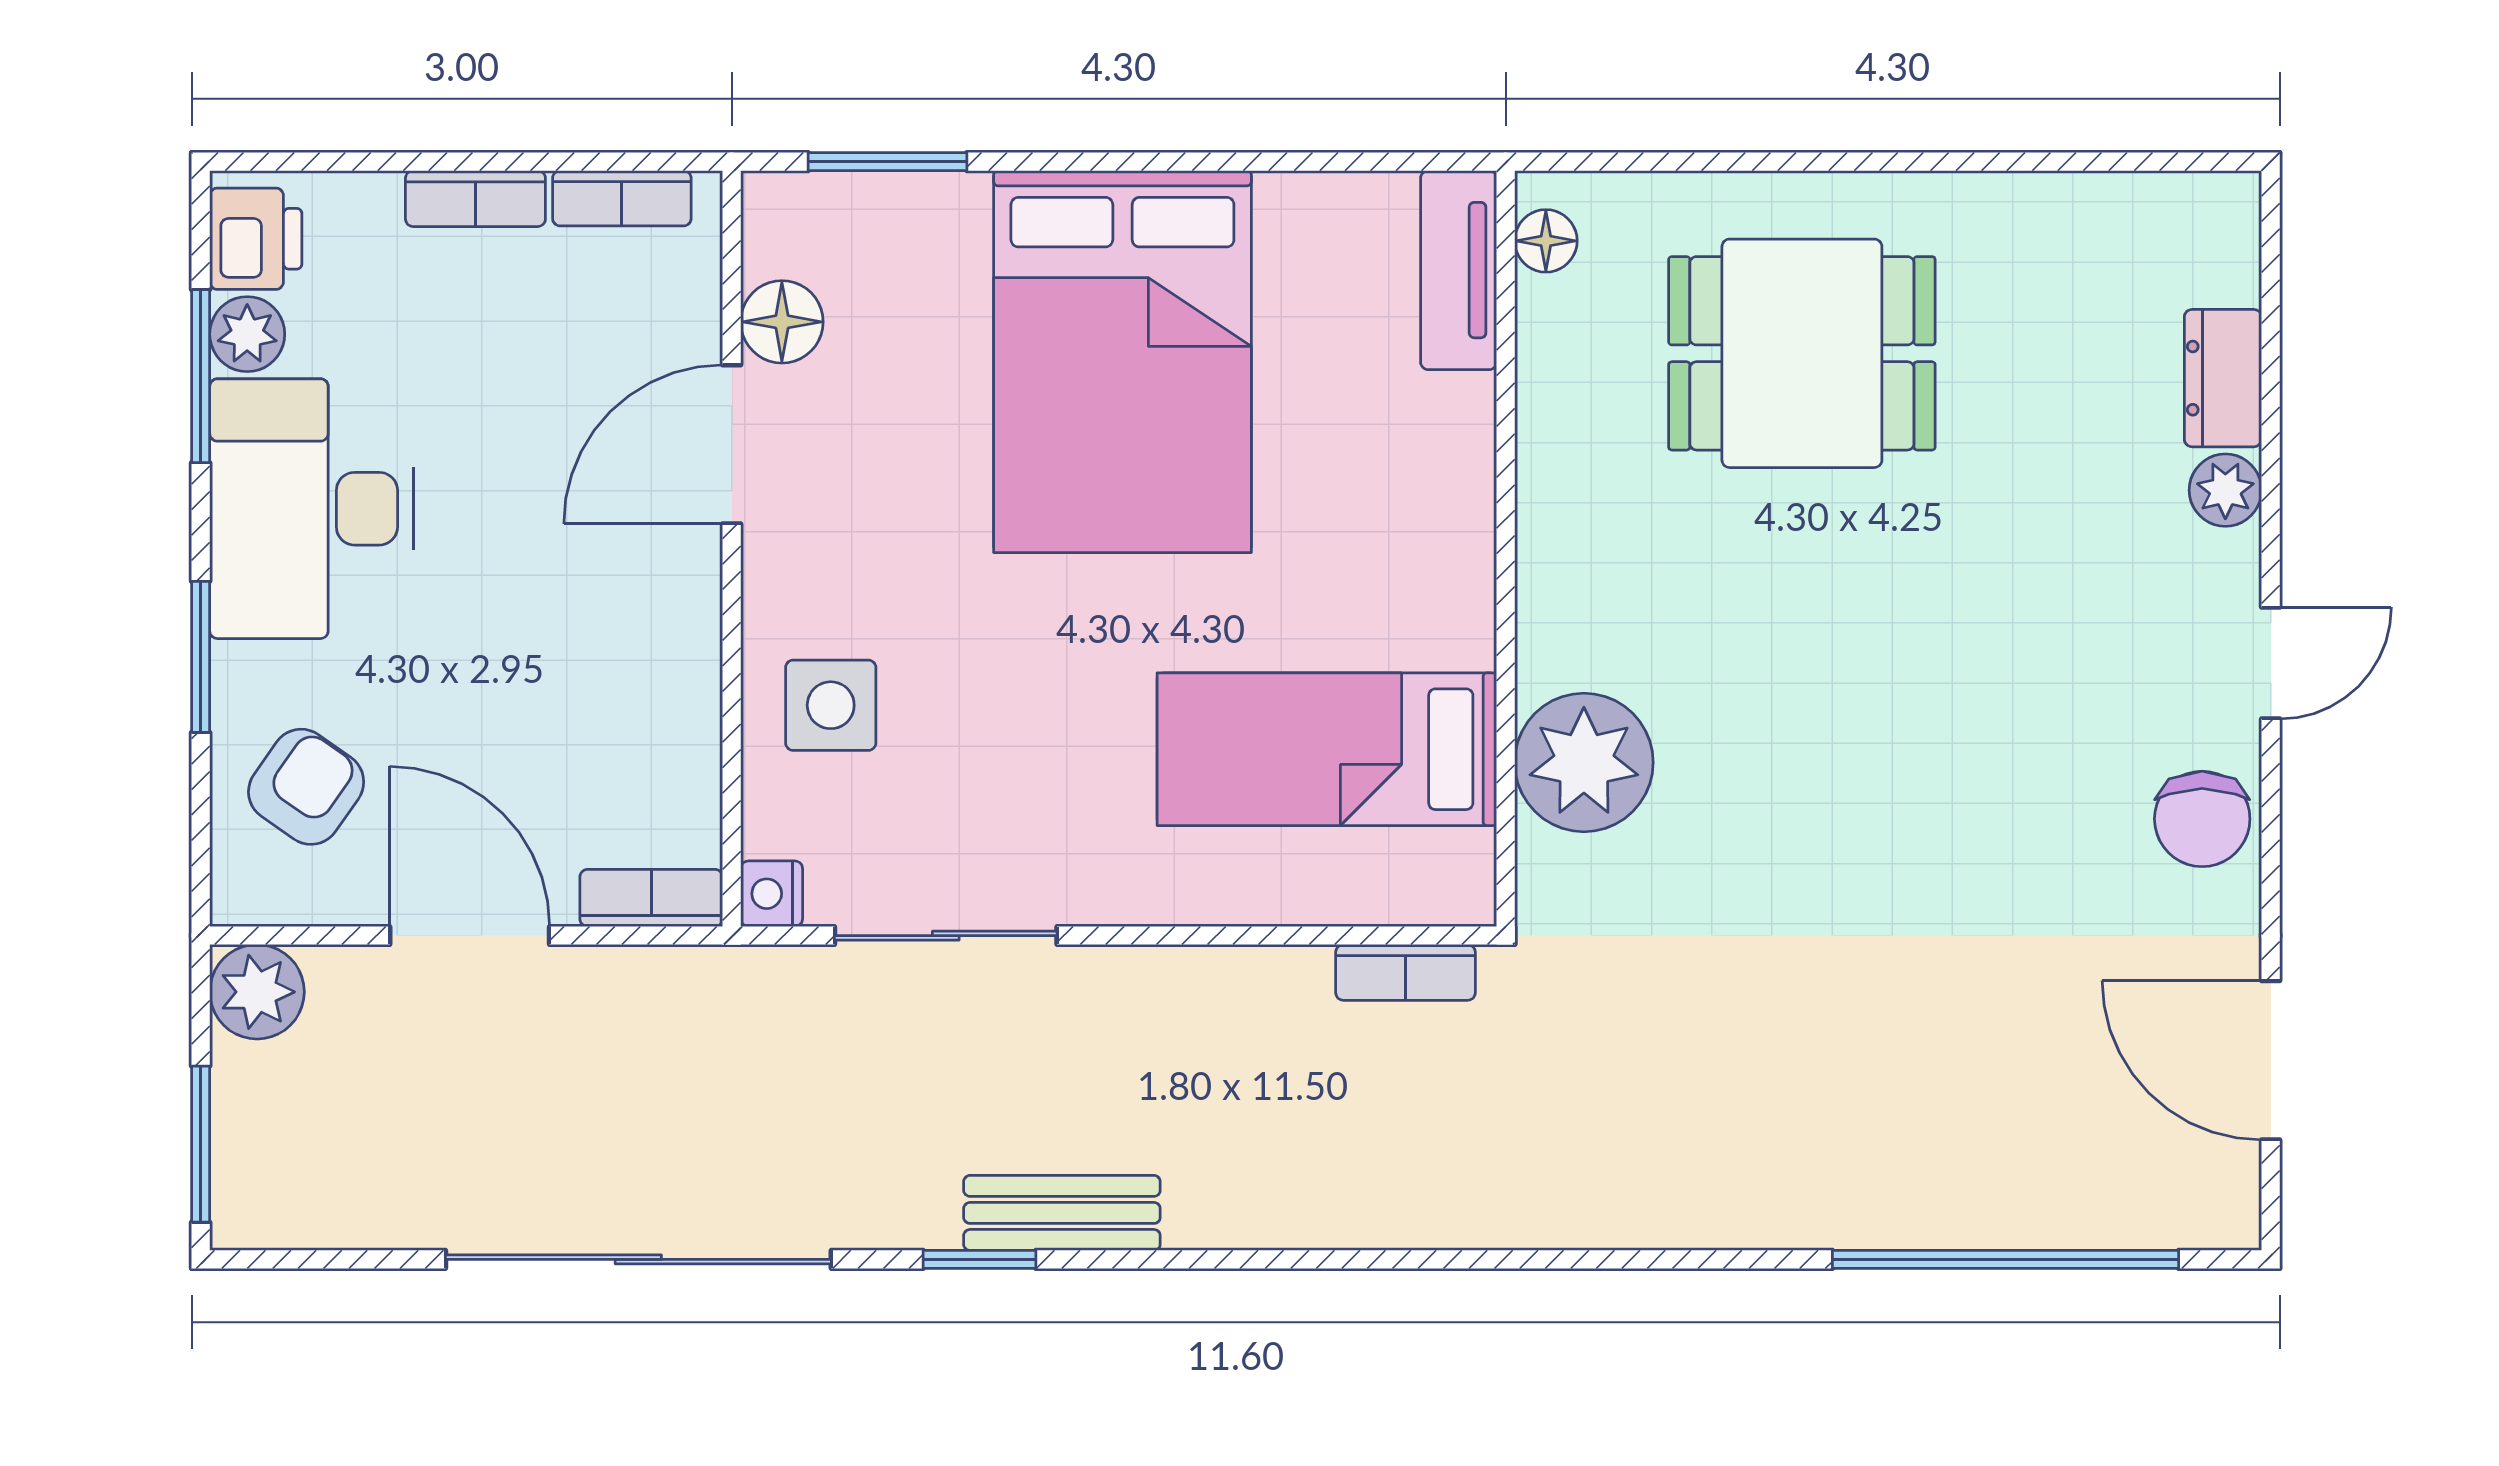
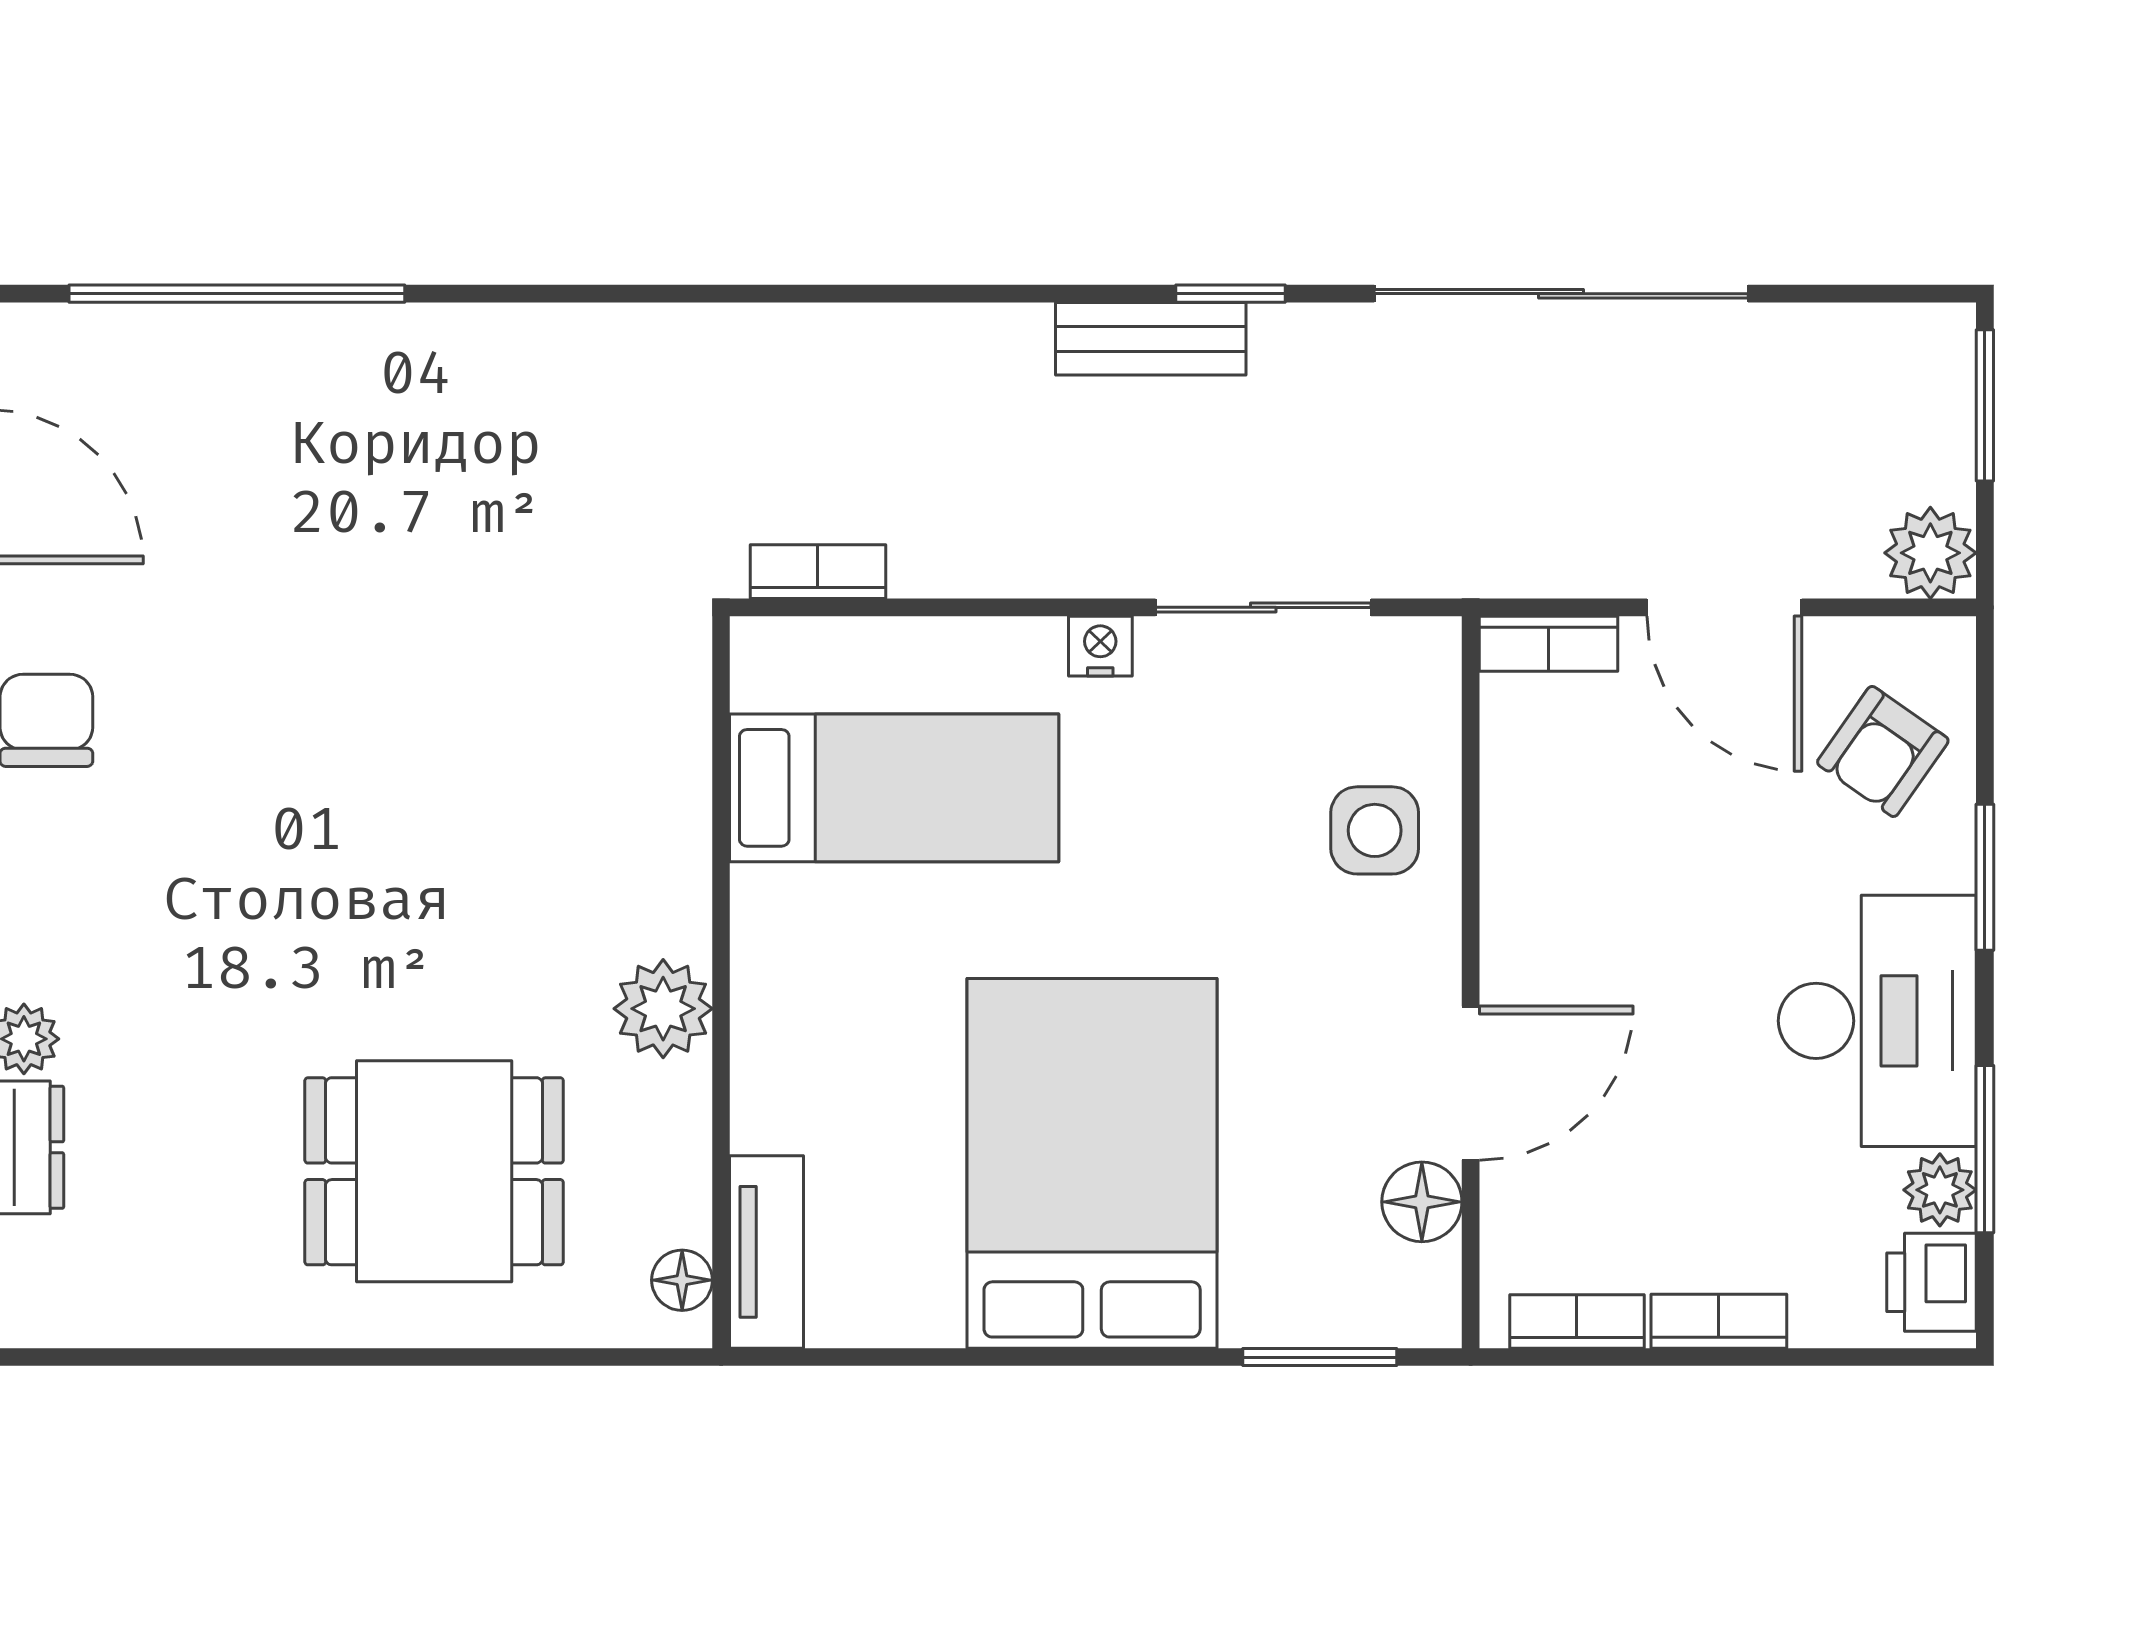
plant: (1584, 762) -> (663, 1009), moved, width x0.73, depth x0.73
nightstand: (772, 894) -> (1100, 646), moved, turned -90

